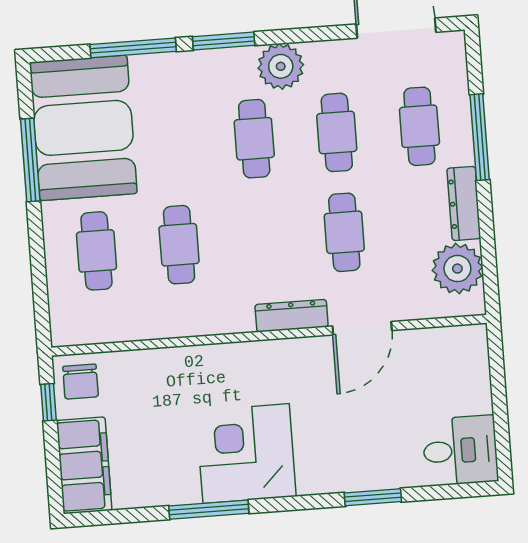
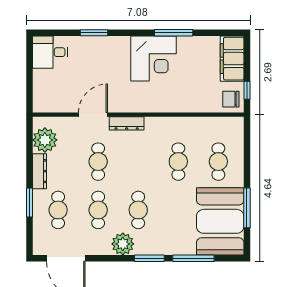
window: (480, 137) -> (29, 203), width x0.69
chair: (81, 382) -> (231, 99), turned -90

